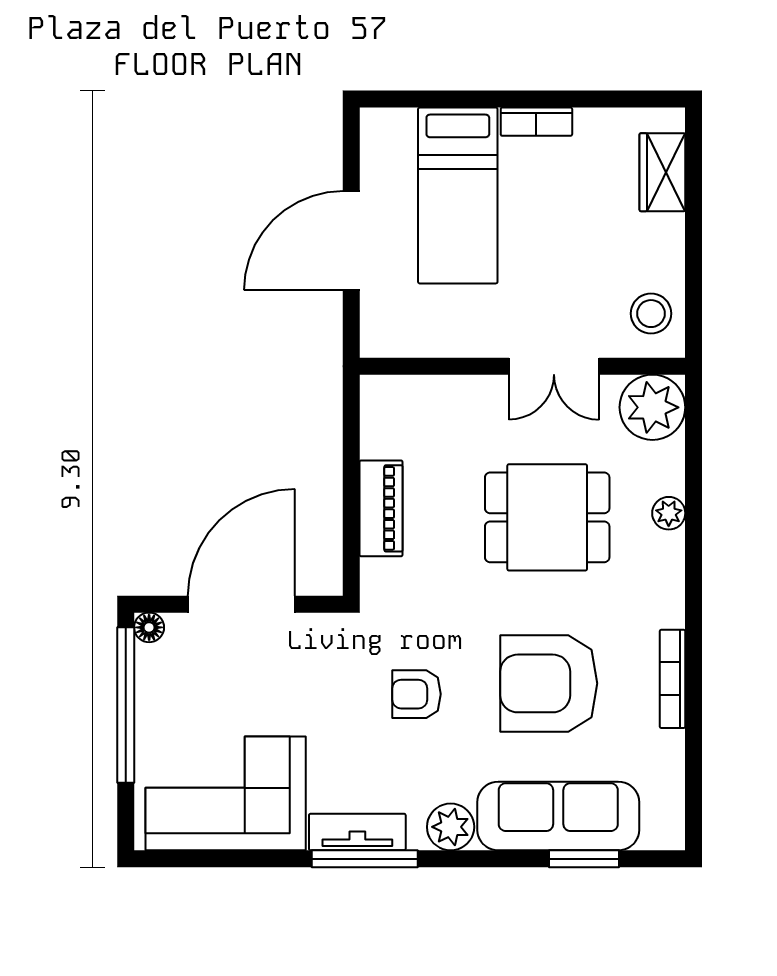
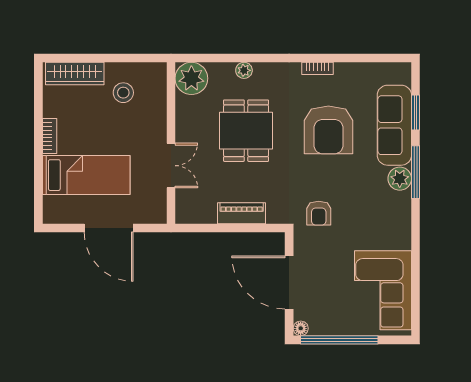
wardrobe: (662, 172) -> (75, 73), width x1.50
stool: (651, 314) -> (123, 93), moved
double door: (554, 366) -> (171, 166), moved
bookcase: (673, 679) -> (317, 68), width x0.64
armchair: (416, 694) -> (319, 213), moved
tv unit: (357, 832) -> (402, 225), removed
window: (365, 859) -> (416, 172), moved

